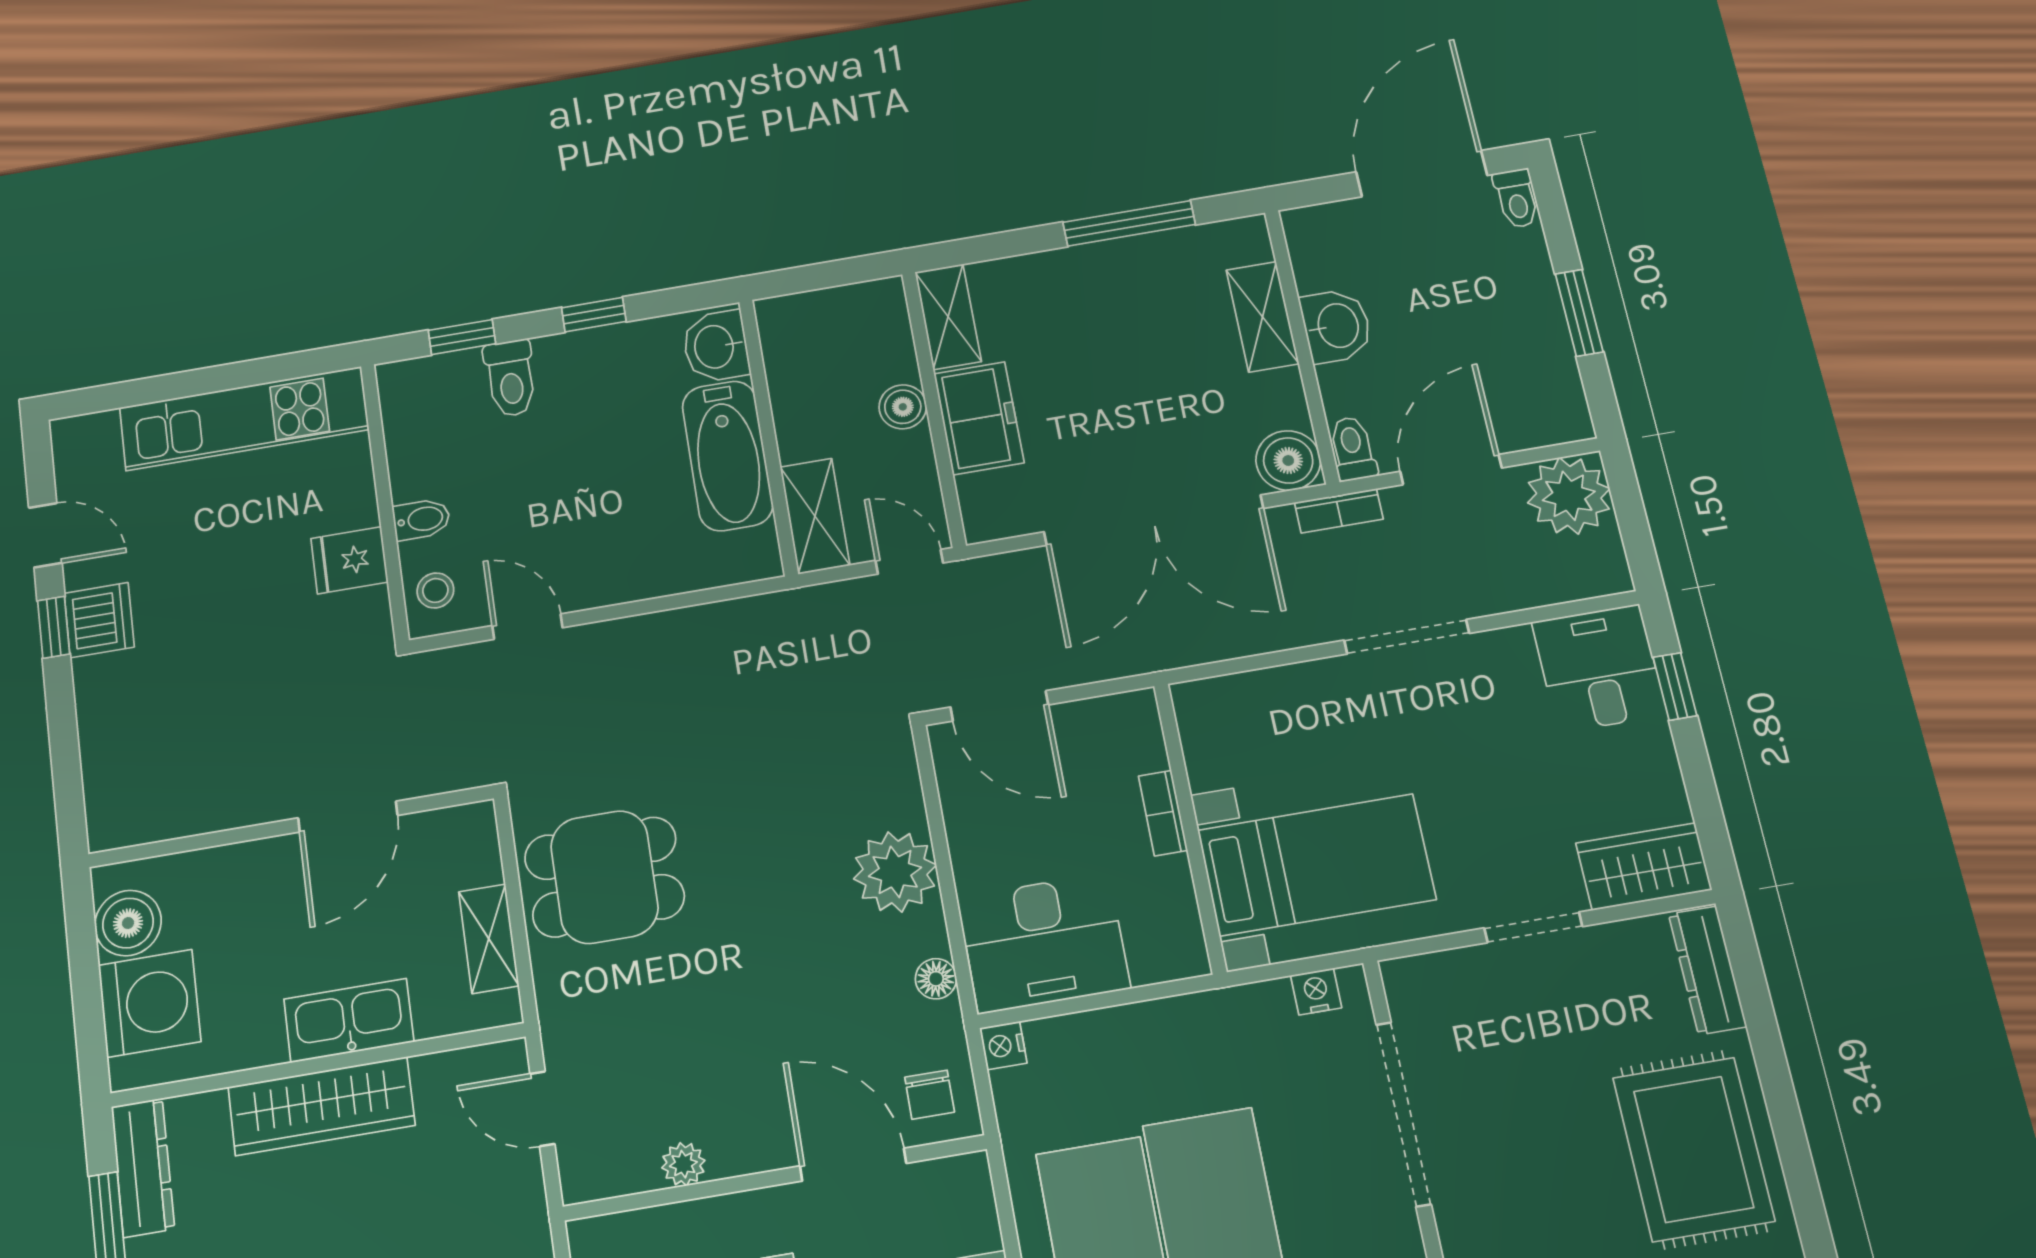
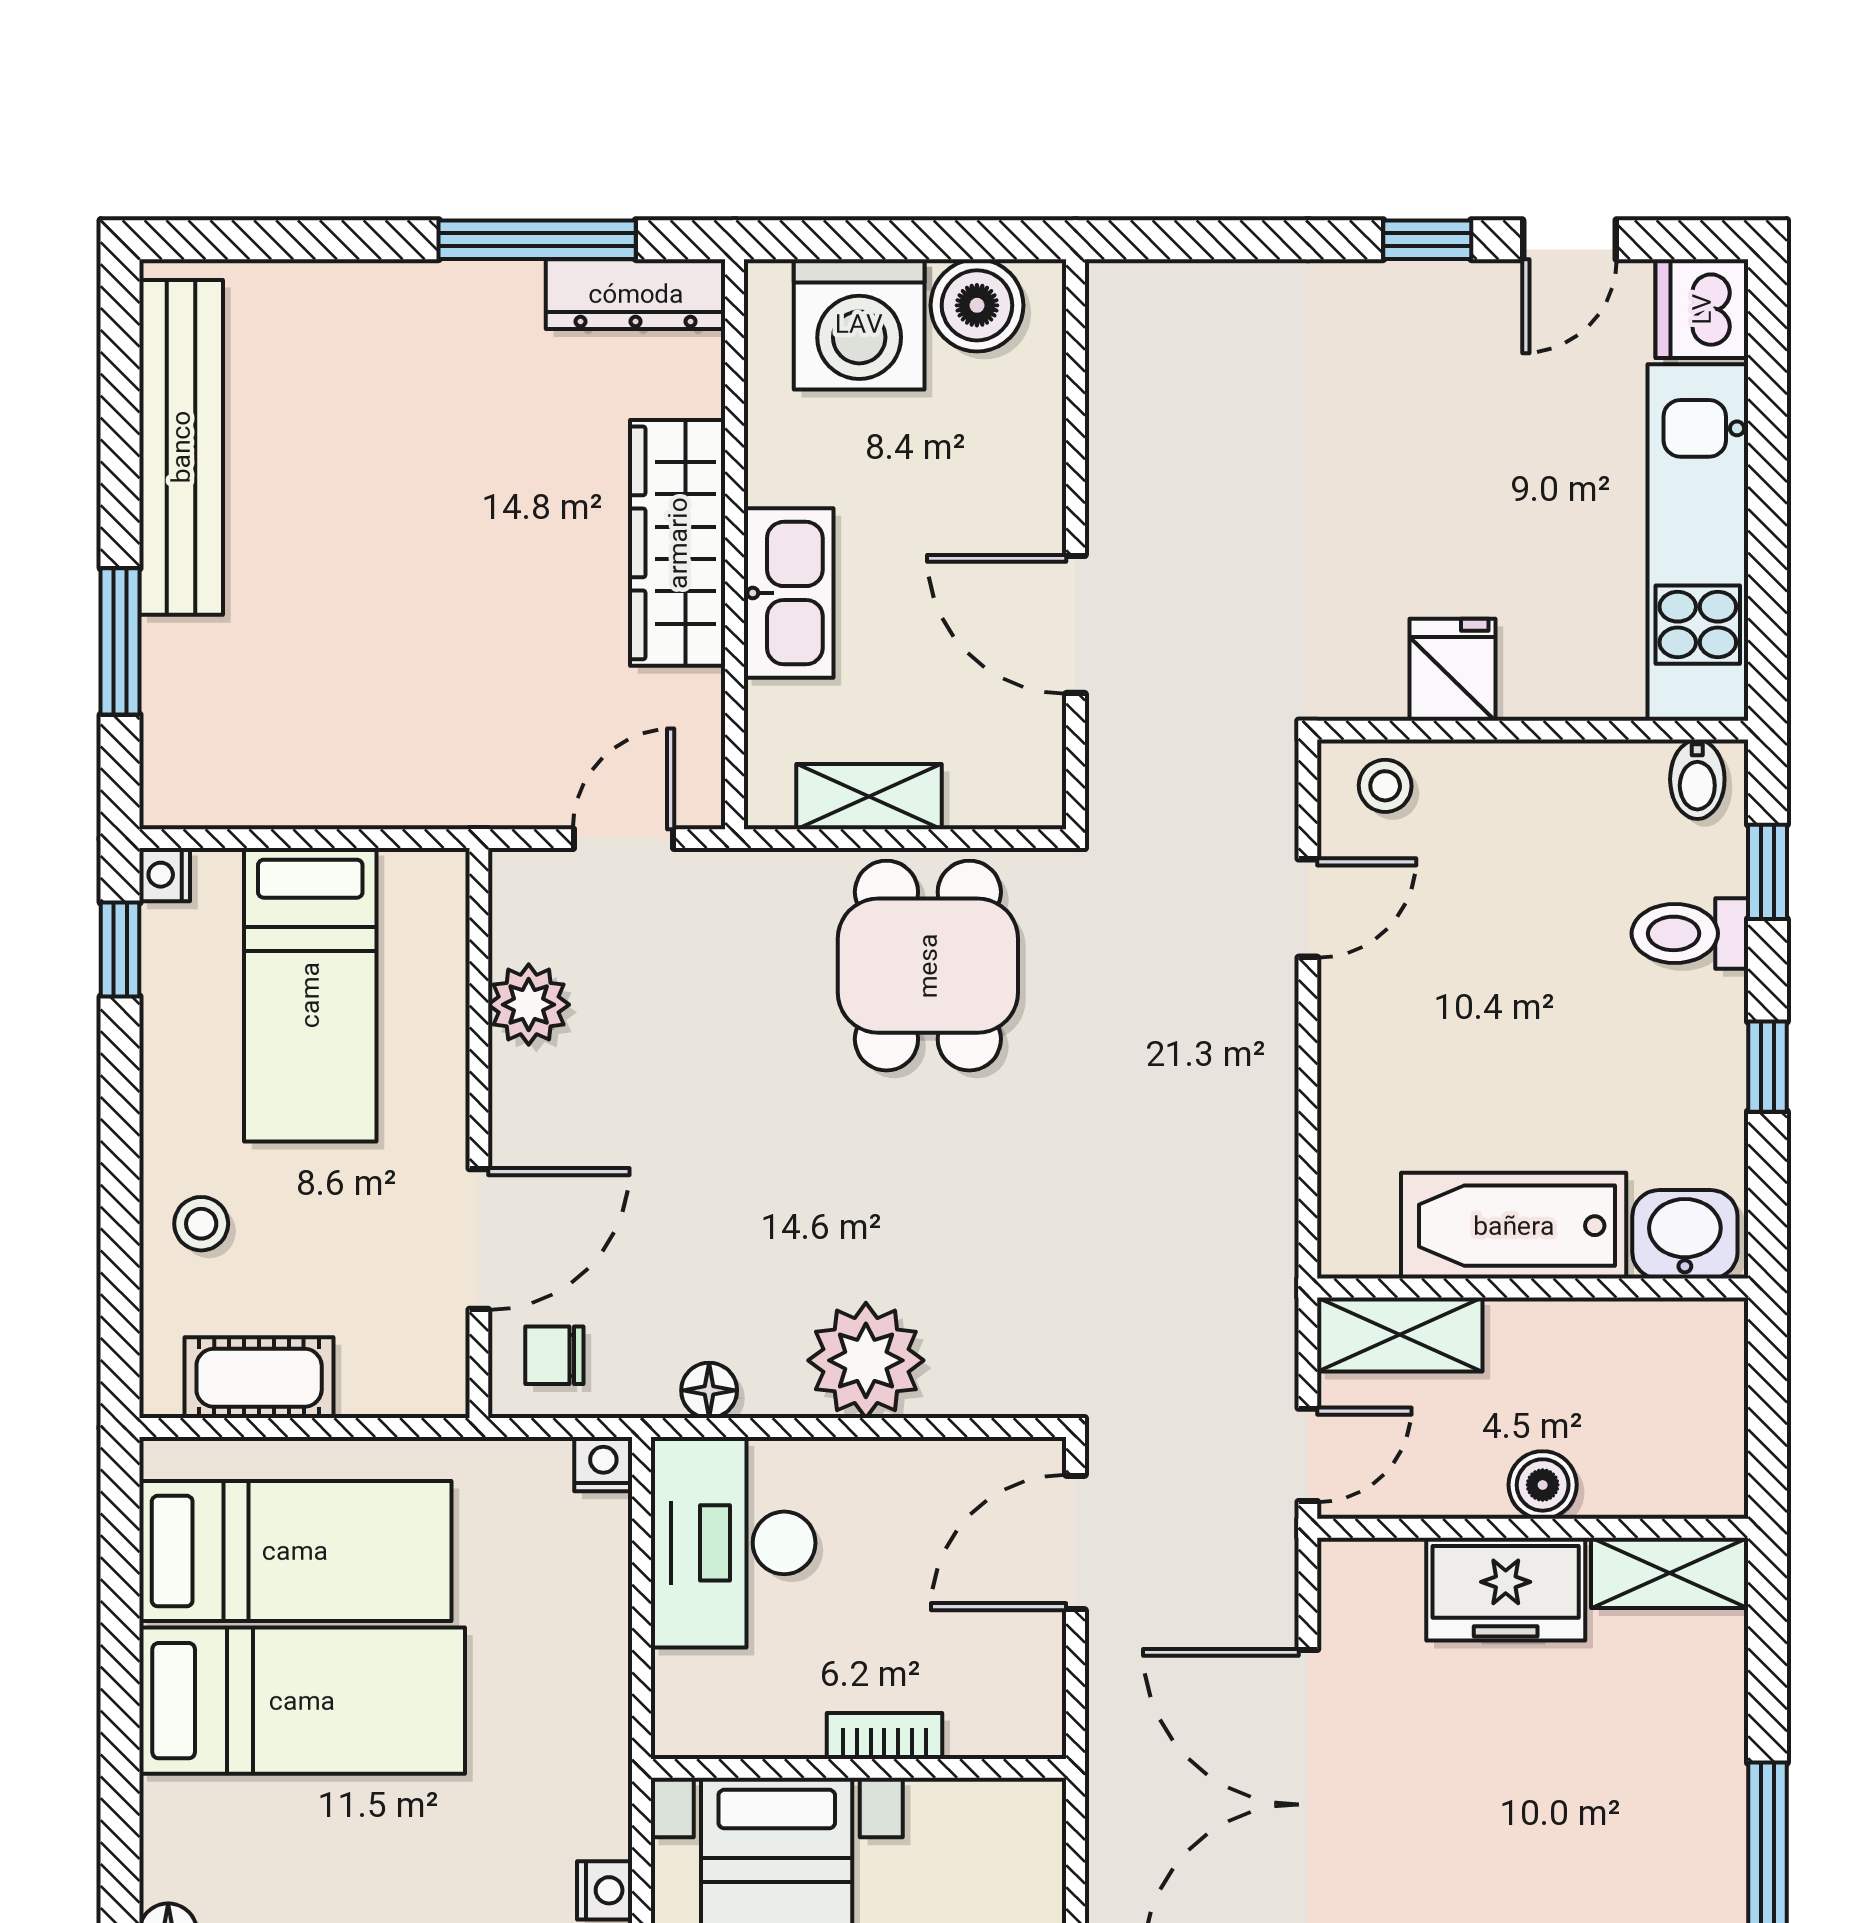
bidet: (422, 519) -> (1697, 779), moved
dishwasher: (99, 620) -> (1702, 309), moved, turned 90
plant: (683, 1164) -> (529, 1005), width x1.38, depth x1.38

